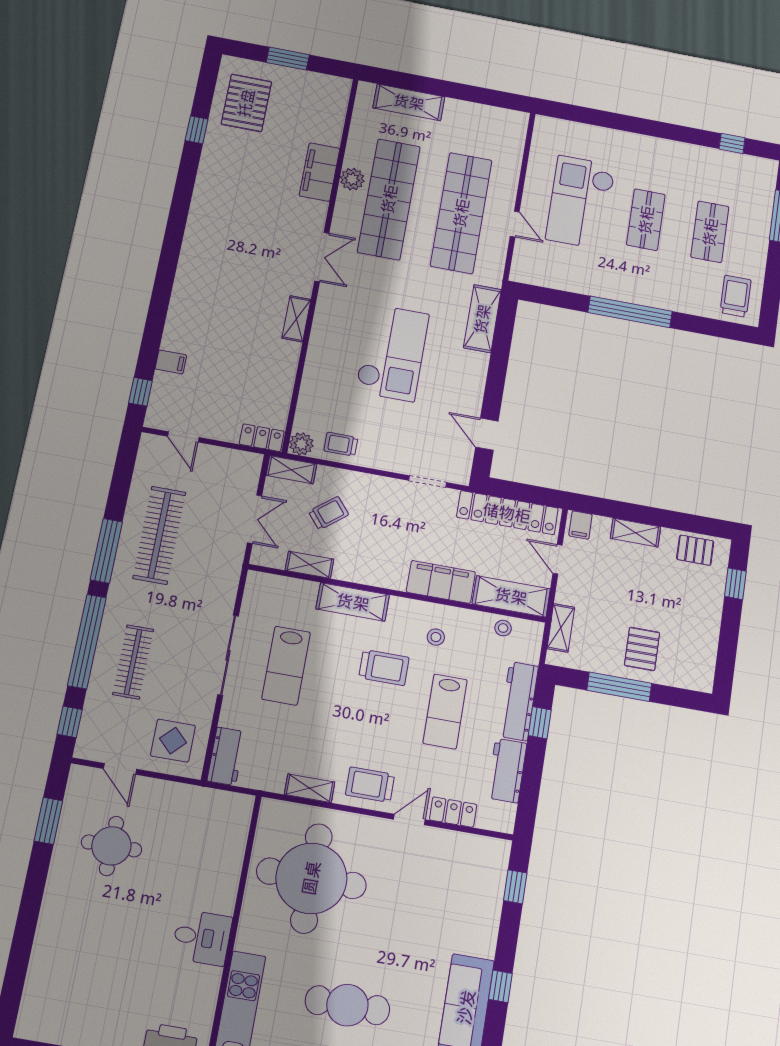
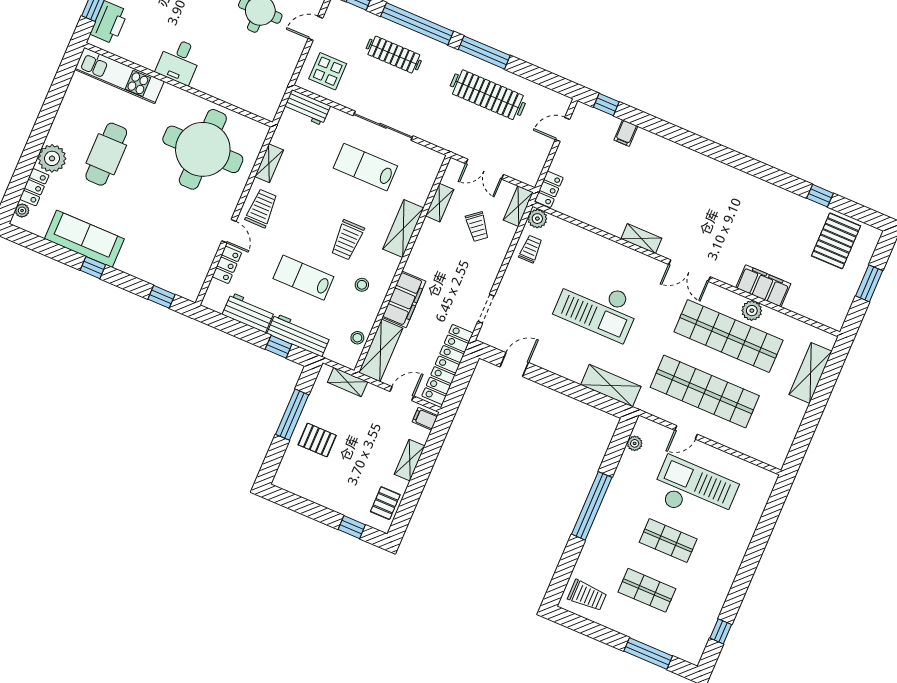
pallet: (246, 103) -> (836, 241), turned 90
plant: (543, 279) -> (635, 443), added

